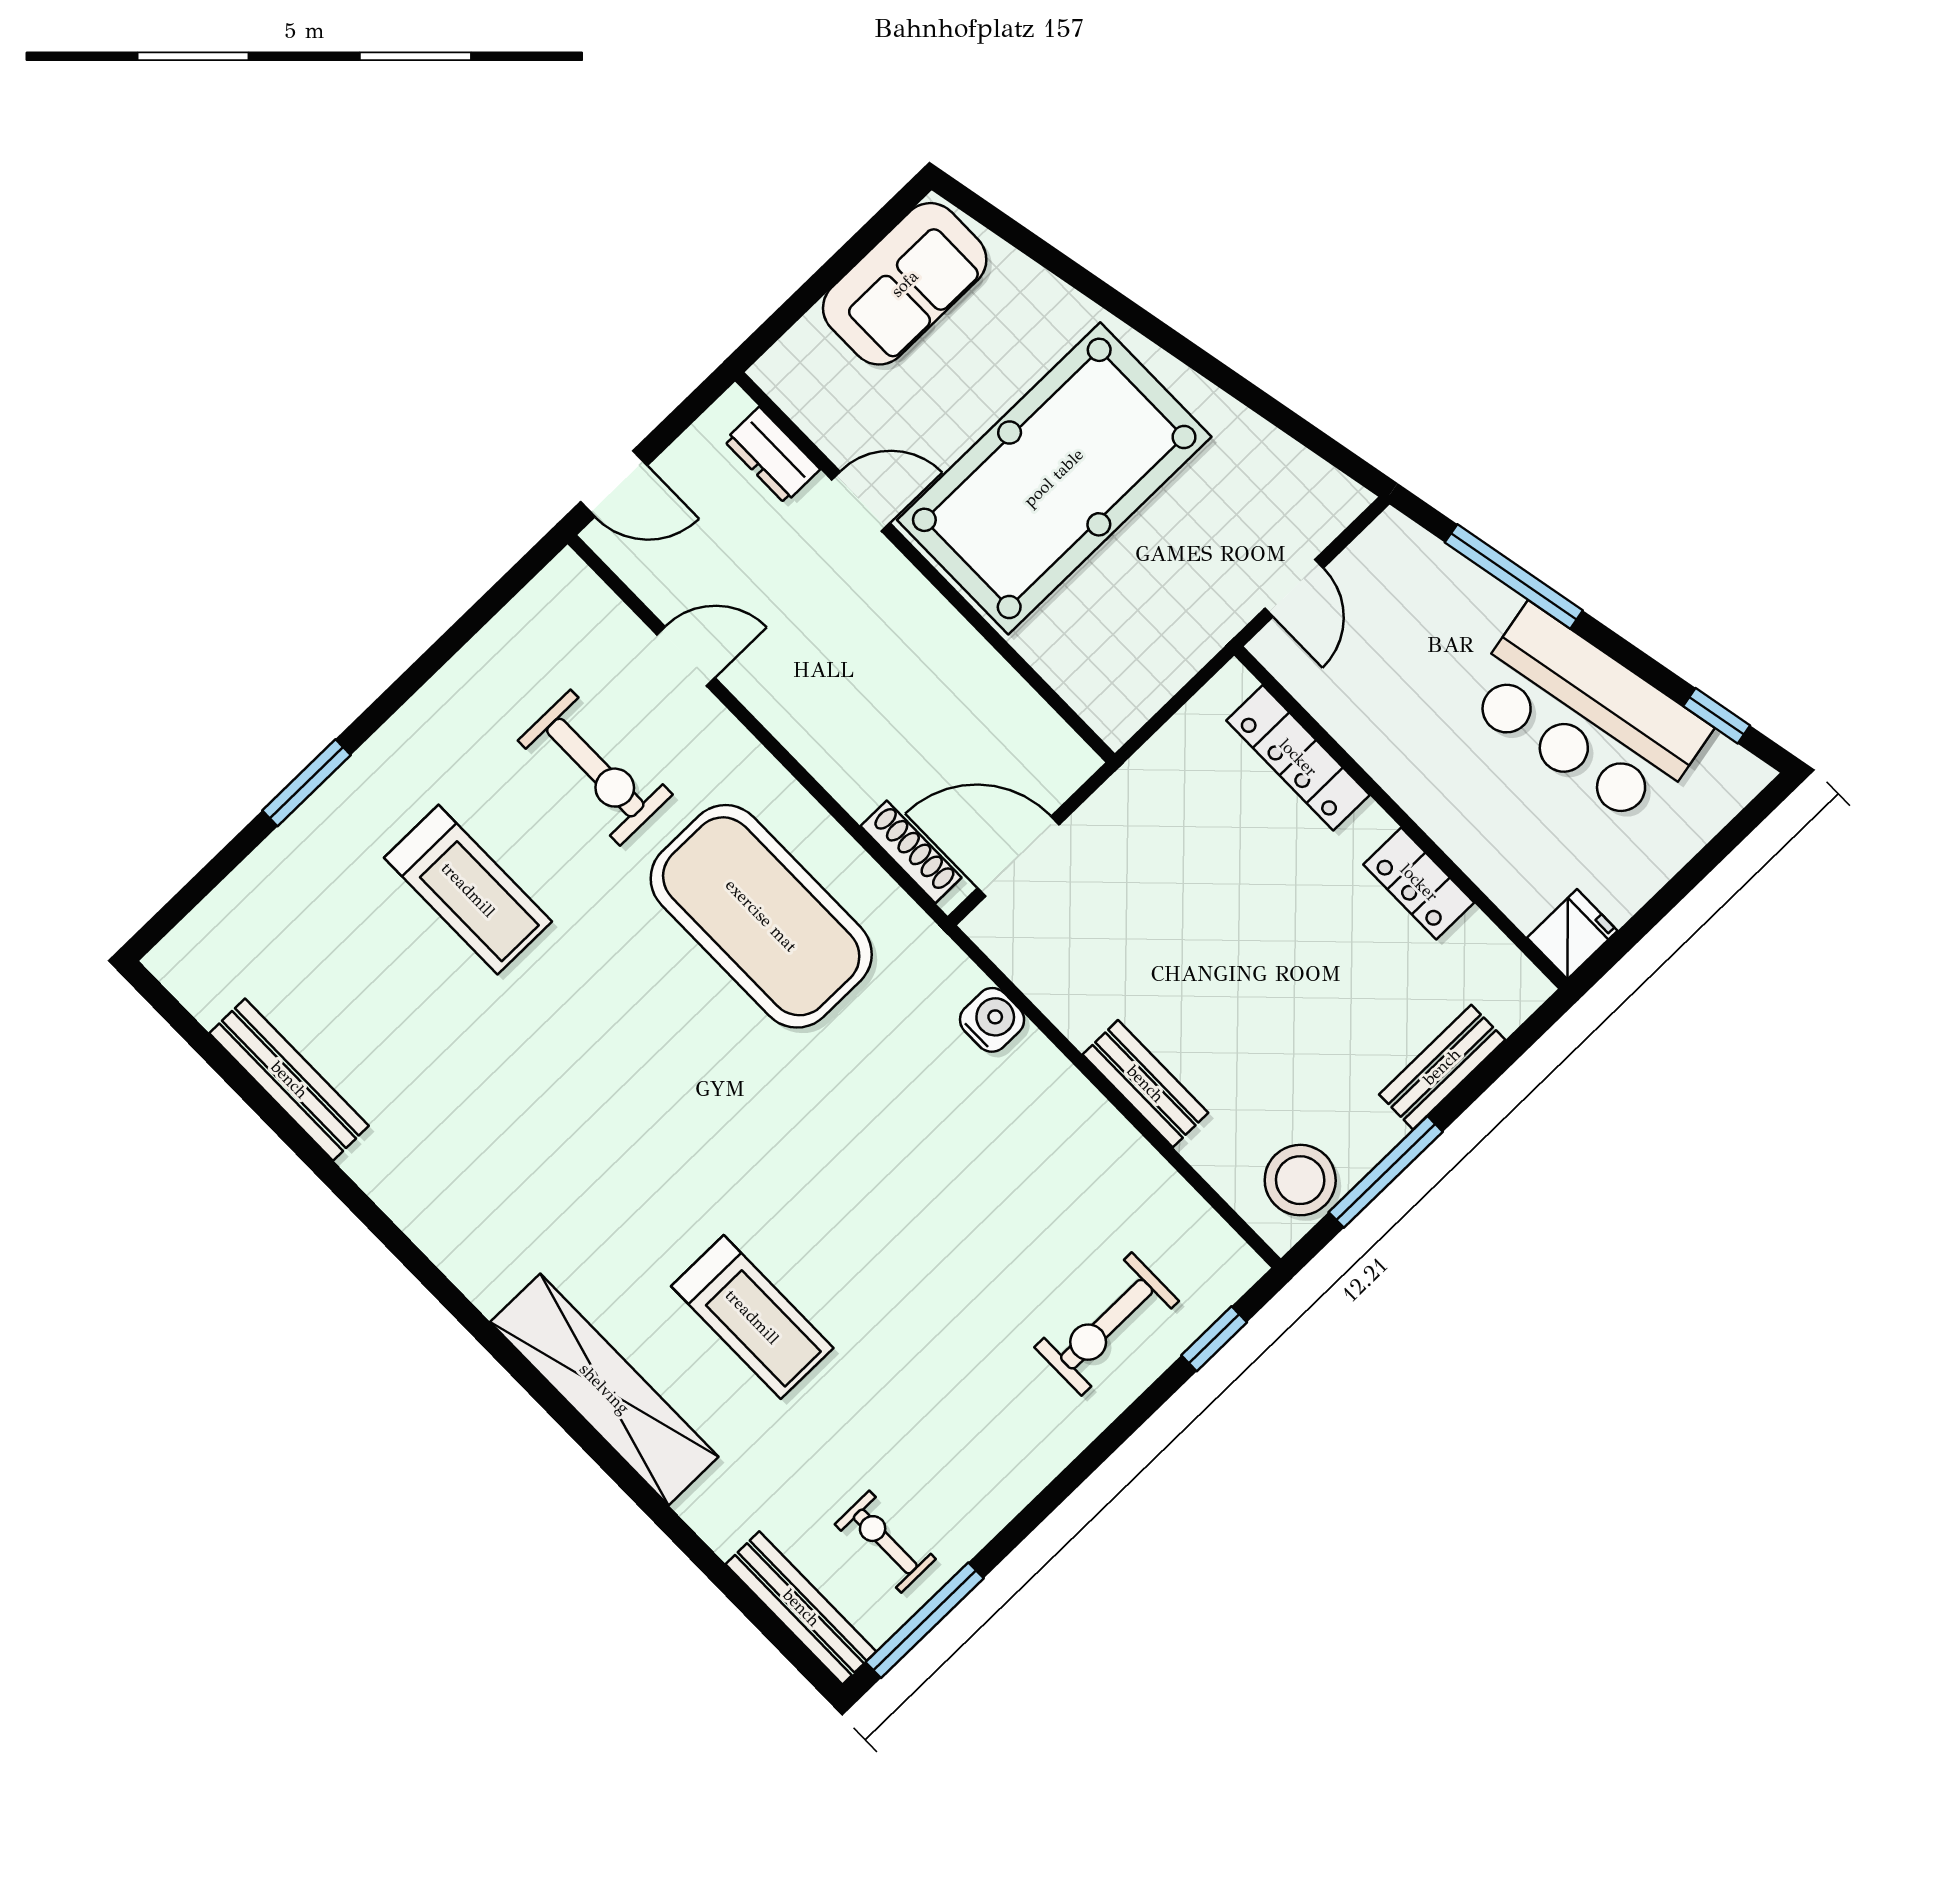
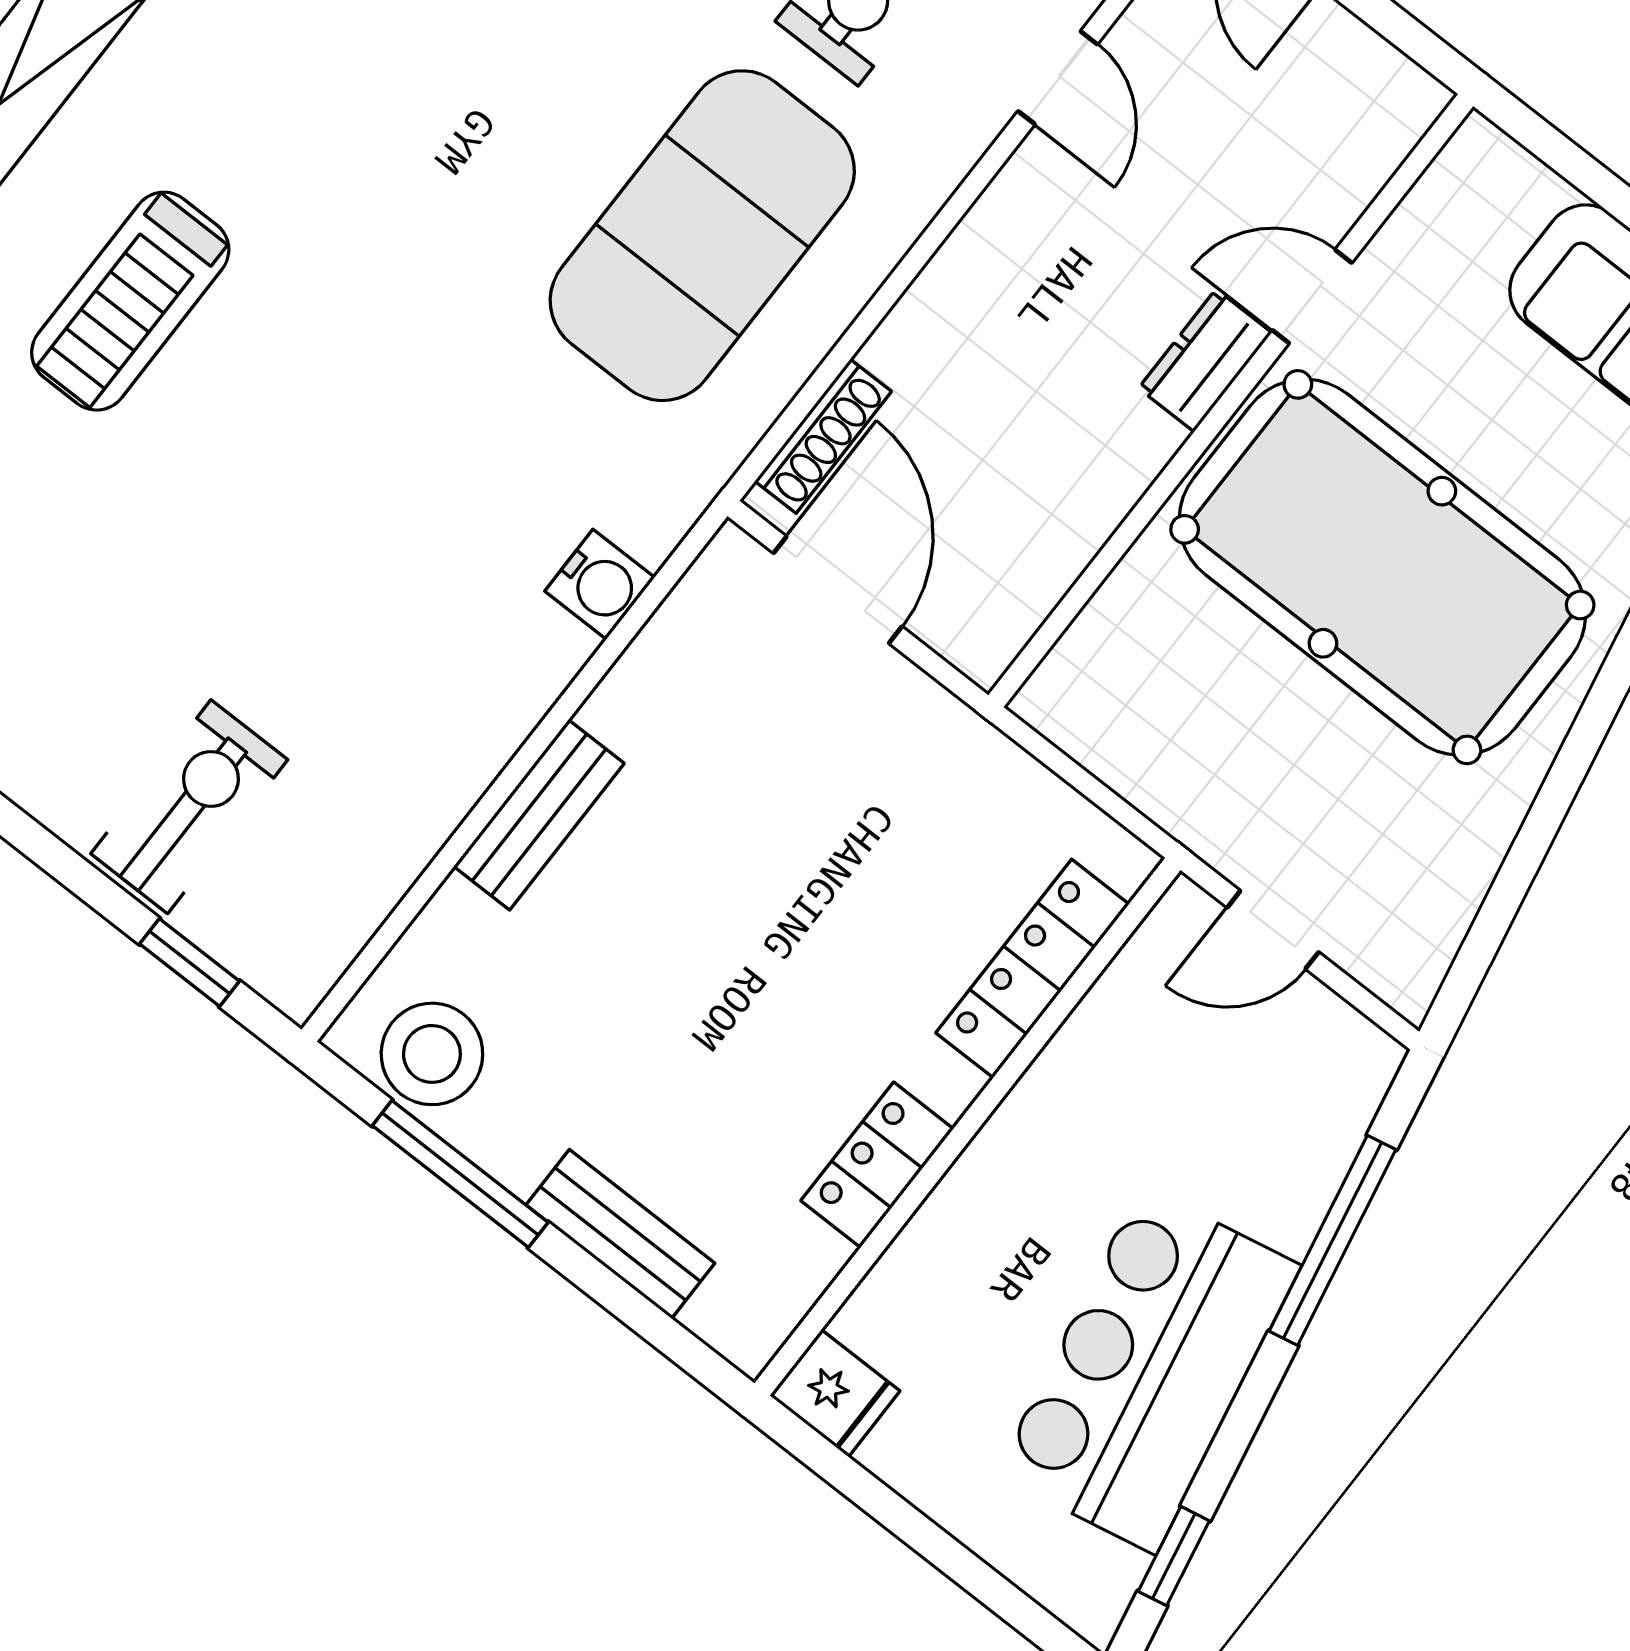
dresser: (772, 455) -> (1205, 360), moved
door: (861, 501) -> (1312, 297), swing flipped
exercise bike: (1107, 1324) -> (189, 807), turned 90

